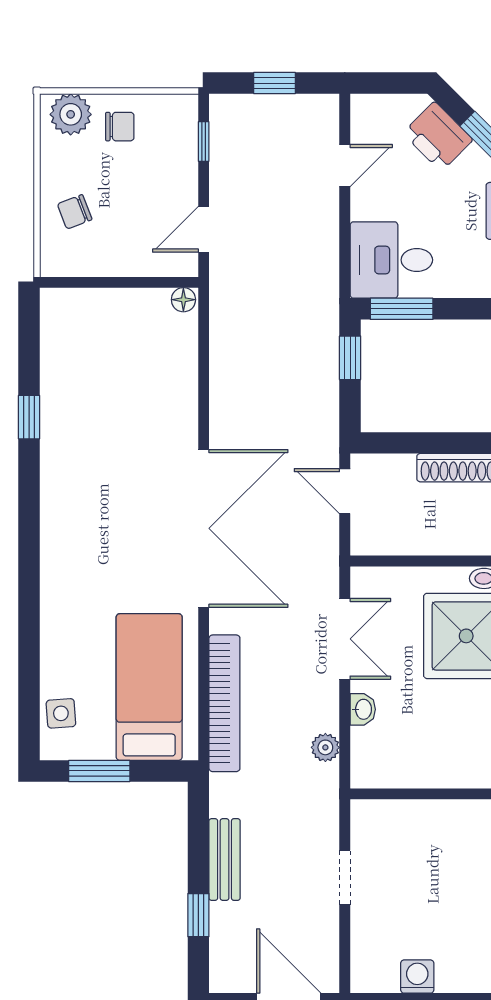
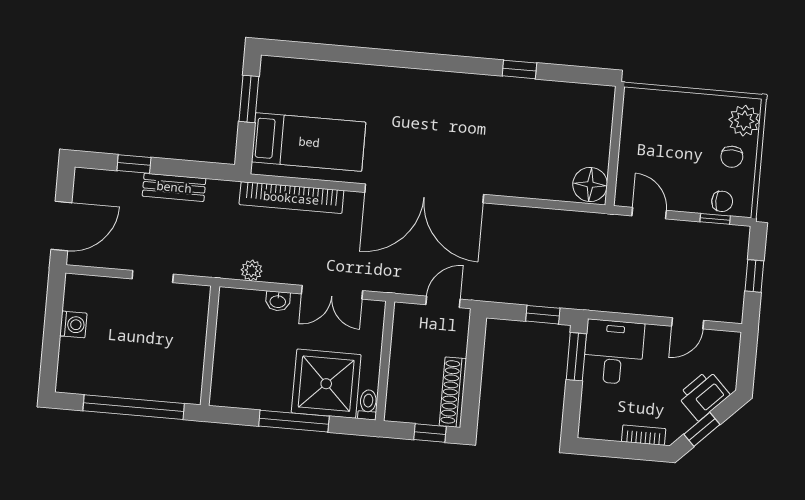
door: (345, 166) -> (688, 323), hinge flipped
chair: (75, 212) -> (722, 201), moved, turned 111
floor lamp: (183, 300) -> (590, 184), width x1.89, depth x1.89
side table: (61, 713) -> (295, 74), removed

